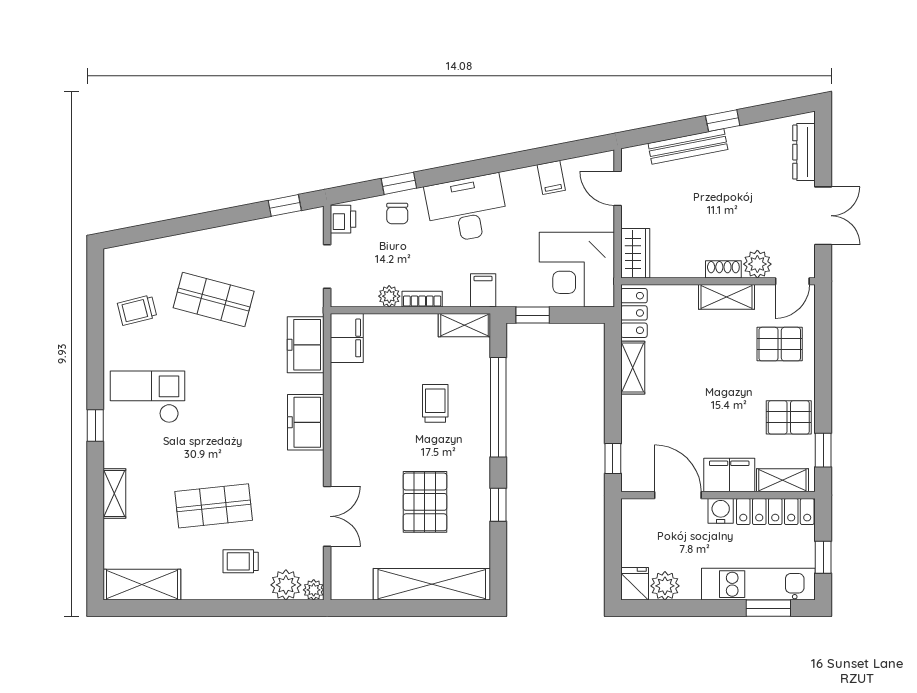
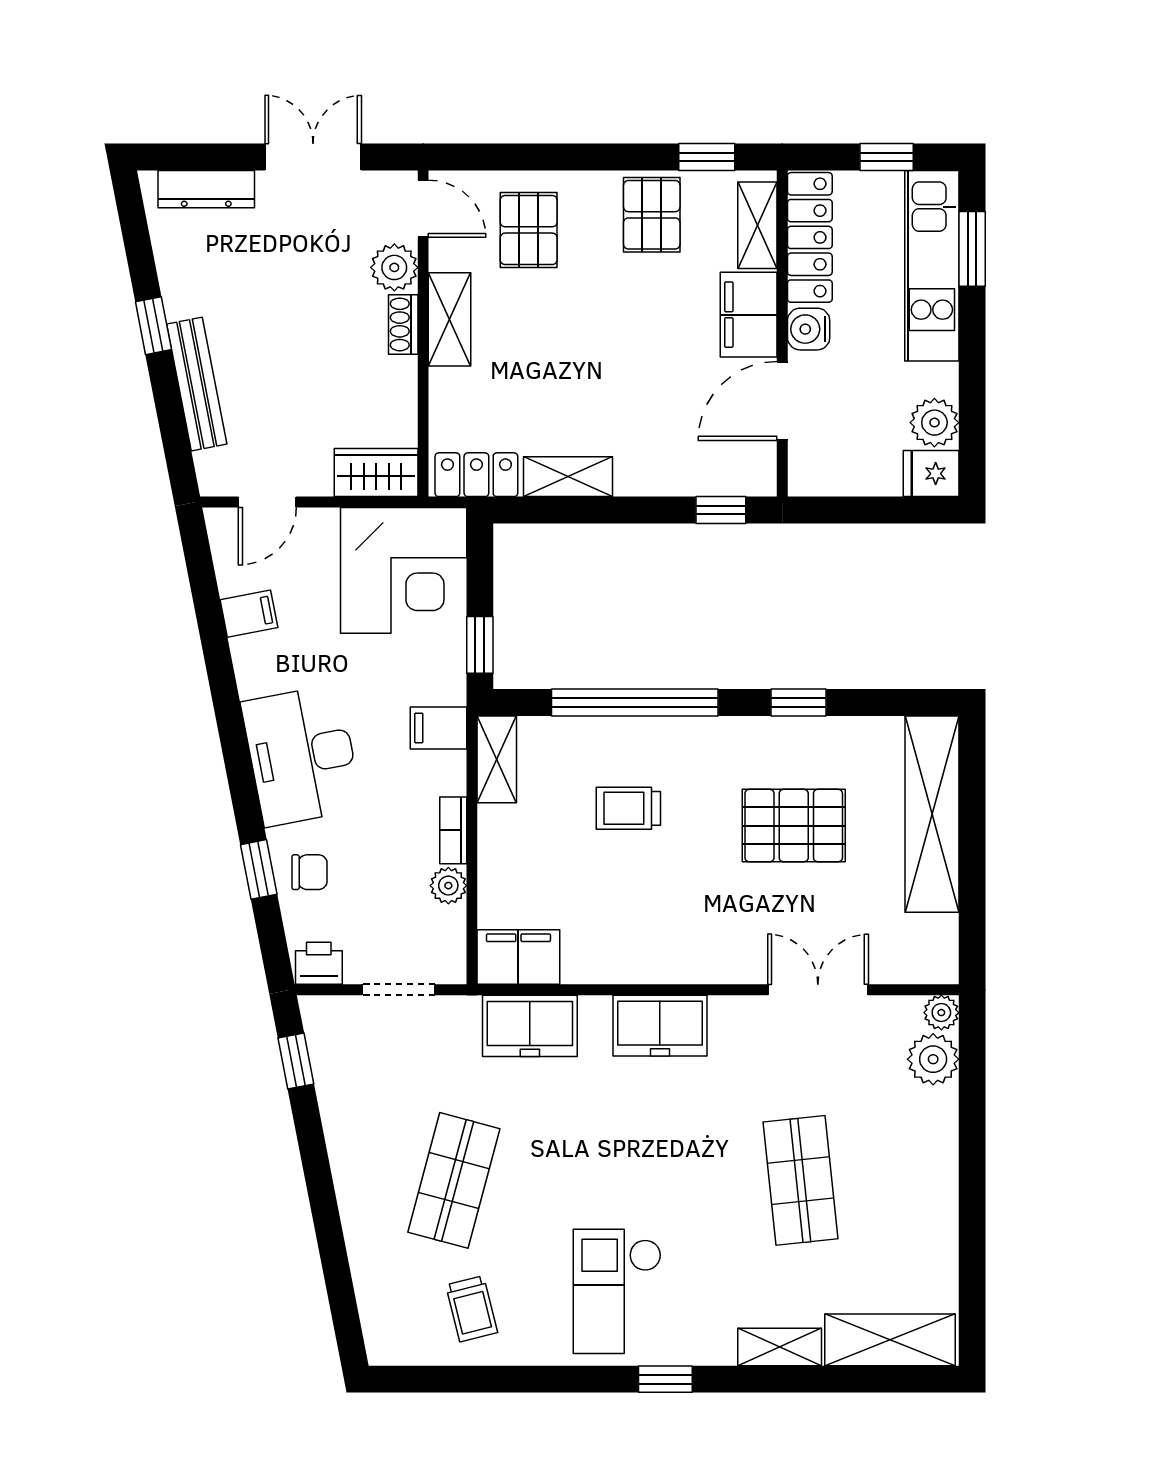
trolley: (241, 561) -> (893, 1135), removed
shelving: (142, 585) -> (890, 1340), moved, turned 90

